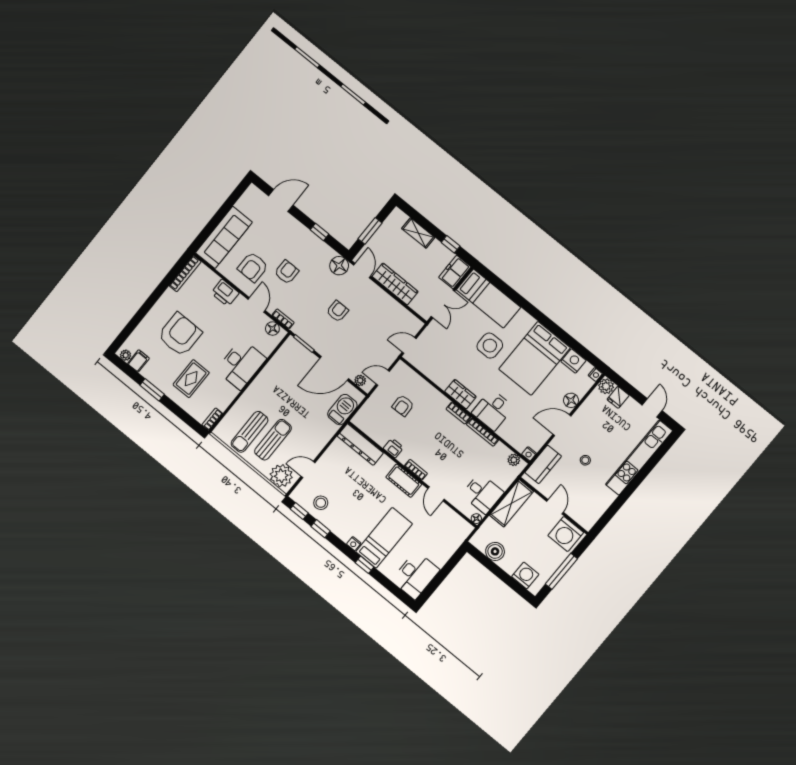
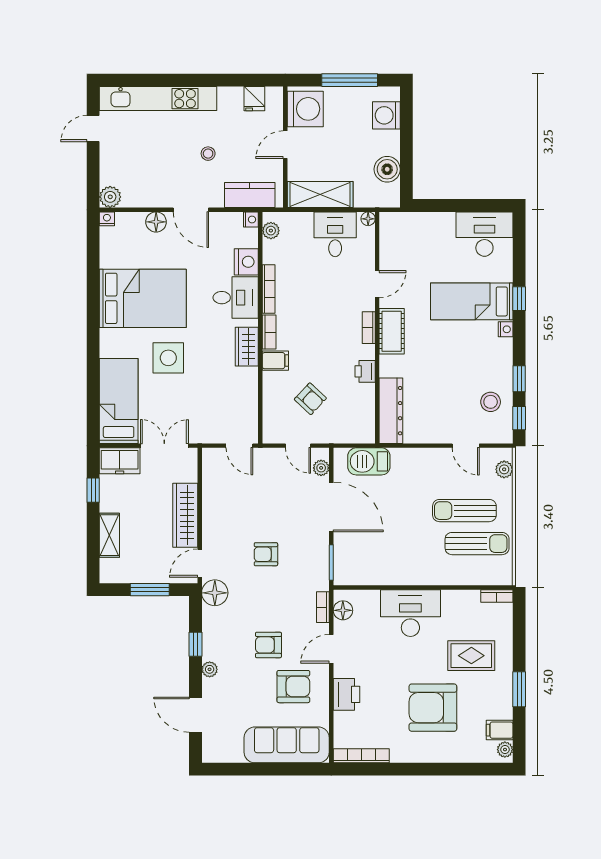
plant: (299, 228) -> (210, 669), added
nightstand: (574, 361) -> (246, 262), moved, turned 180
fridge: (618, 397) -> (254, 99), moved, turned 90
filing cabinet: (440, 404) -> (275, 361), added
armchair: (403, 406) -> (310, 399), turned 45
plant: (281, 476) -> (504, 469), width x0.53, depth x0.53

